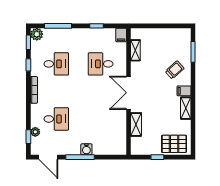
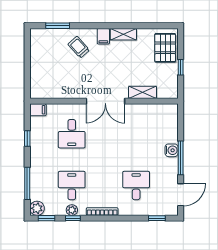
shelving: (135, 50) -> (56, 93), removed
plant: (35, 132) -> (72, 210), moved

